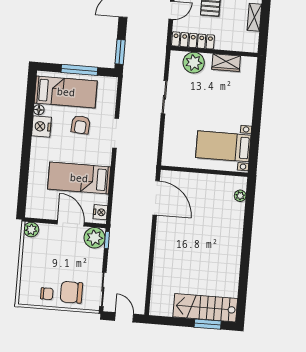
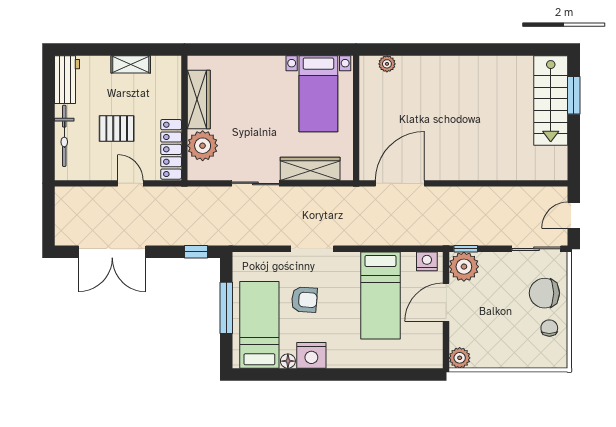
window: (120, 52) -> (196, 252), width x0.67
wardrobe: (226, 63) -> (199, 99), width x1.50
wardrobe: (171, 136) -> (310, 169), added
chair: (71, 292) -> (544, 293), turned 90

